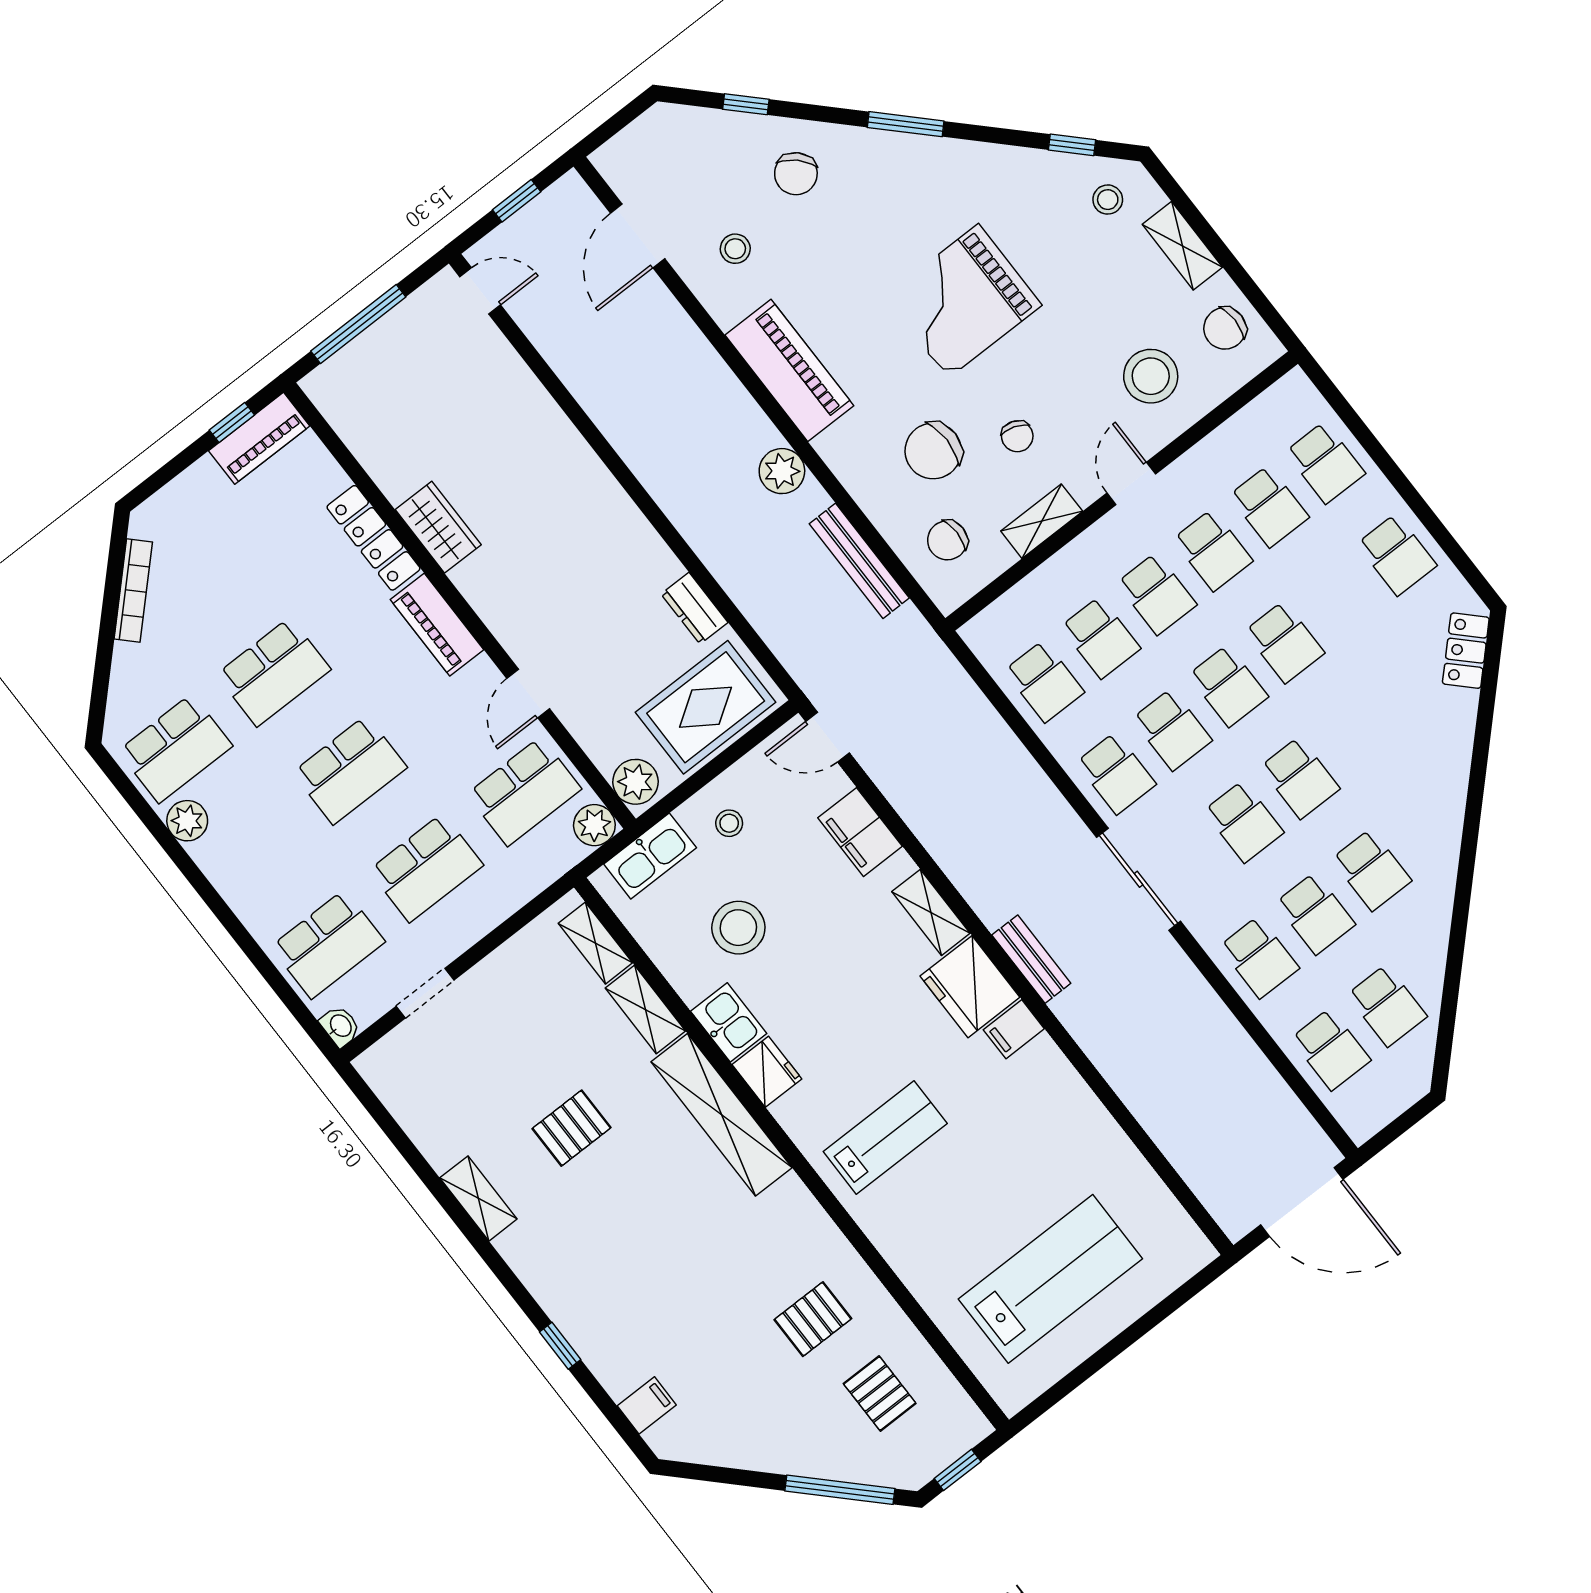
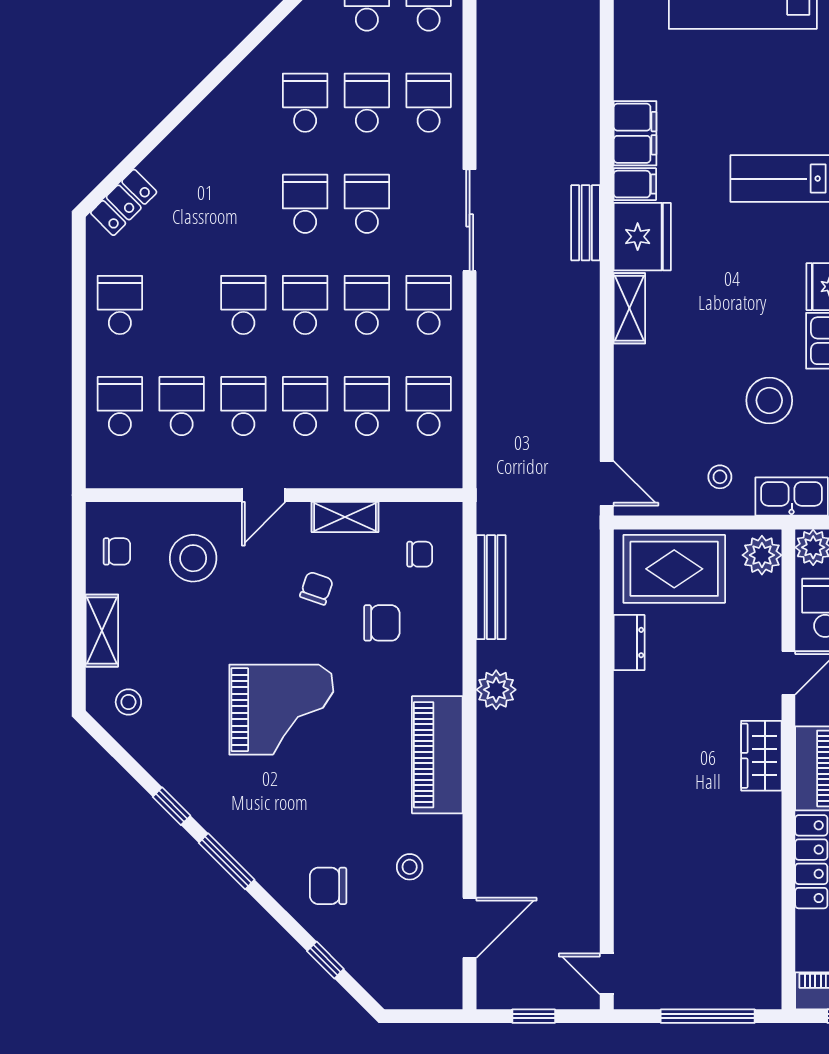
window: (1072, 145) -> (172, 806), moved
chair: (796, 174) -> (328, 886), turned -134
chair: (1225, 328) -> (117, 551), width x0.73, depth x0.73
chair: (933, 451) -> (382, 623), width x0.73, depth x0.73
wardrobe: (438, 527) -> (761, 756), moved
chair: (947, 540) -> (420, 554), width x0.73, depth x0.73
filing cabinet: (860, 832) -> (635, 133), moved

